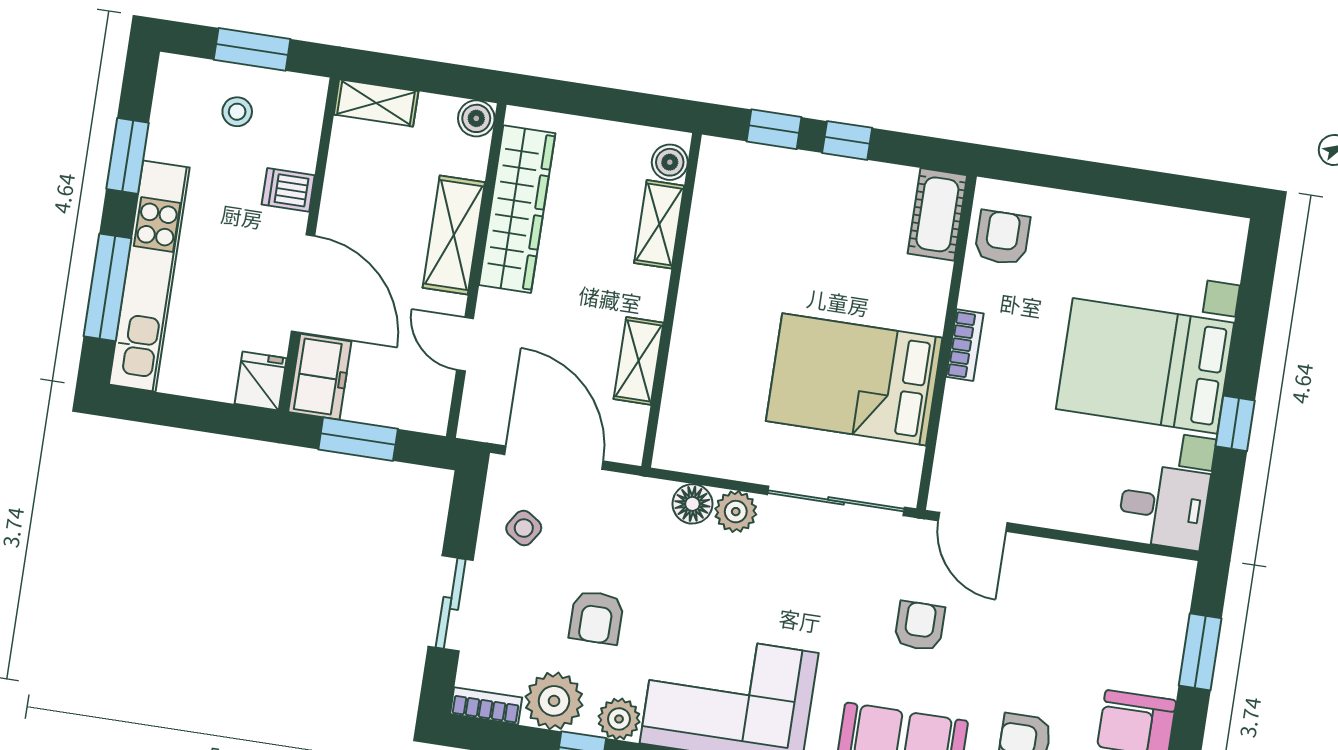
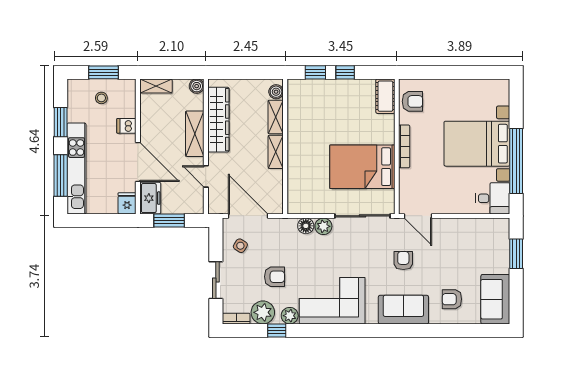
armchair: (1002, 238) -> (412, 101), turned 90
bookcase: (965, 345) -> (404, 146), width x1.56
shelving: (638, 361) -> (276, 152), moved
window: (1235, 423) -> (516, 161), width x3.17
armchair: (596, 617) -> (275, 277), turned -90

